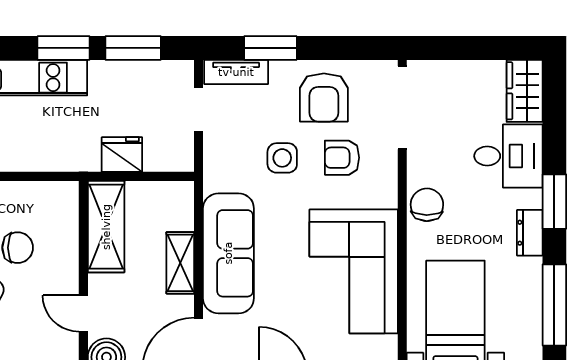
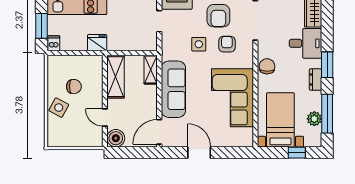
fridge: (122, 155) -> (97, 43), moved
armchair: (342, 158) -> (227, 44), turned 90
shelving: (180, 263) -> (151, 70), moved
plant: (527, 316) -> (314, 119), added

